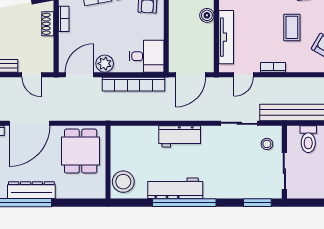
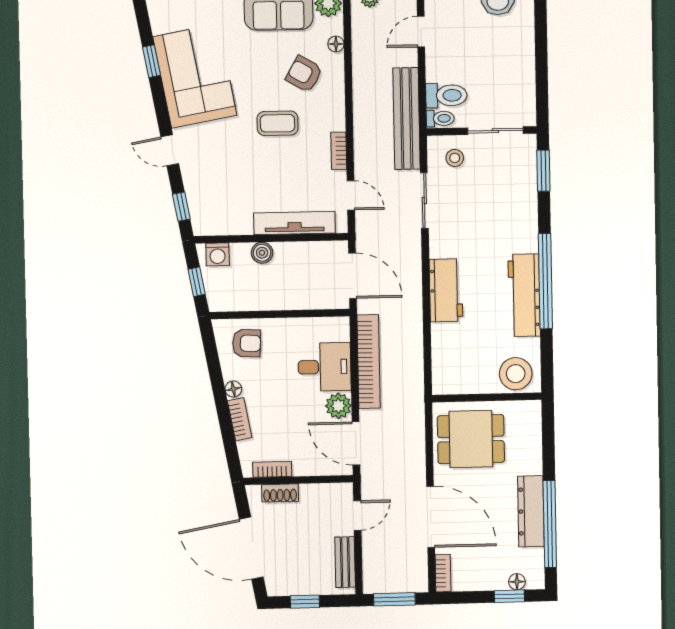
desk: (146, 56) -> (325, 367), moved, turned 90
toilet: (293, 135) -> (440, 118), added

